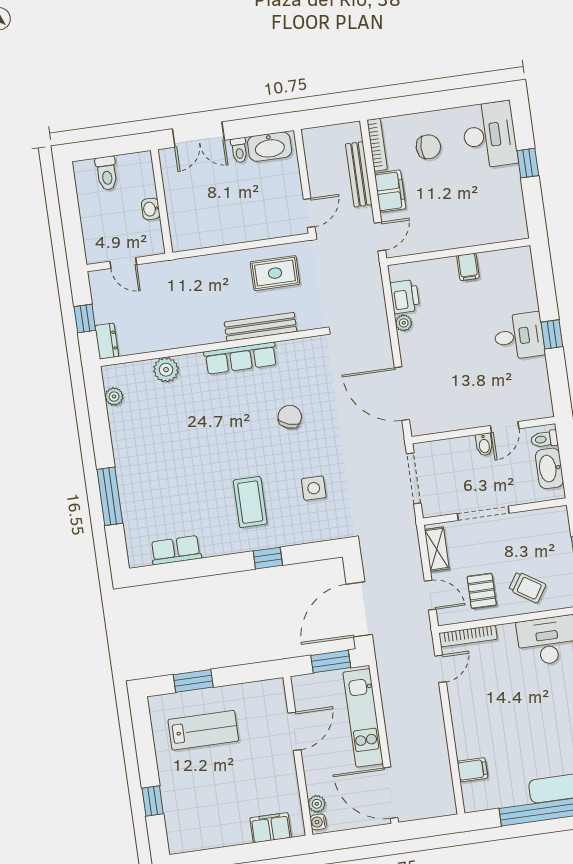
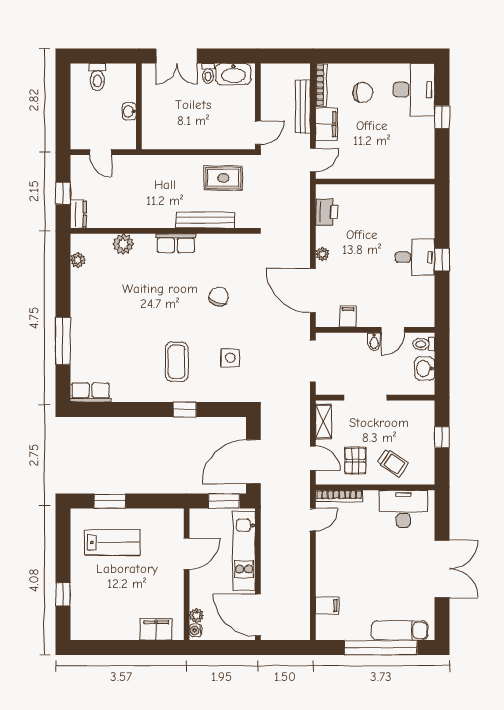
filing cabinet: (468, 267) -> (348, 316), moved, turned 180
plant: (404, 323) -> (322, 254), moved
row of seats: (241, 358) -> (176, 243), width x0.68
washbasin: (549, 468) -> (425, 369), width x0.72
row of seats: (176, 550) -> (91, 392), moved

